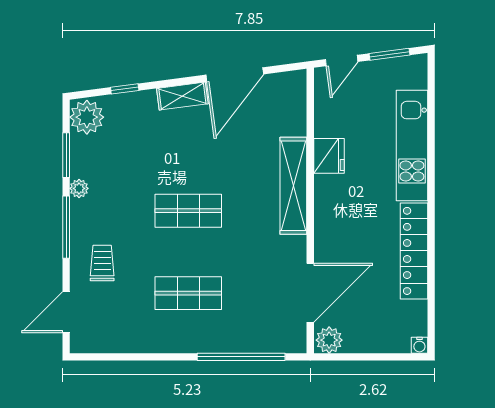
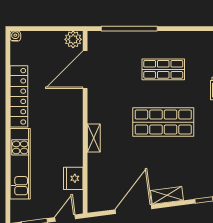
fridge: (329, 156) -> (73, 178), moved
shelving: (293, 186) -> (94, 138), width x0.45, depth x0.75
shop shelf: (188, 211) -> (163, 122), width x1.43, depth x1.36

